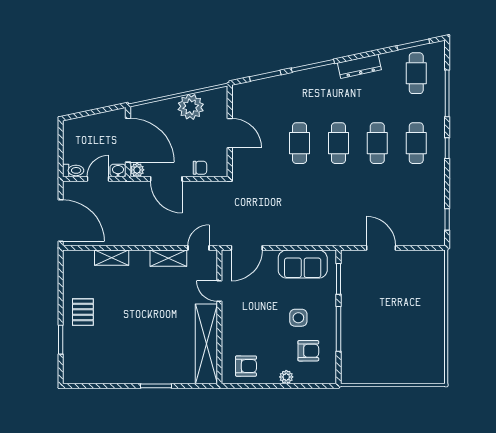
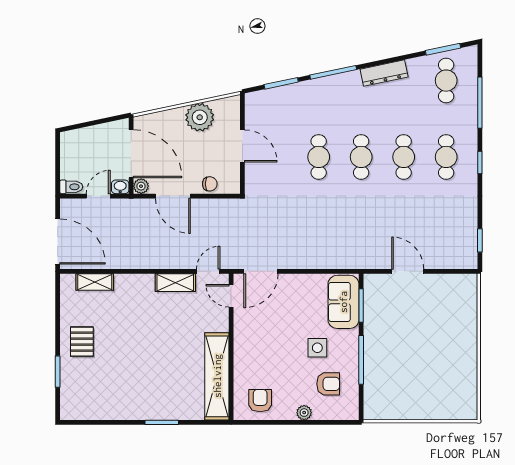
shelving: (112, 258) -> (95, 282), moved
sofa: (303, 264) -> (343, 302), moved, turned 90
door: (219, 291) -> (231, 296), moved
armchair: (246, 366) -> (260, 401), turned -90

